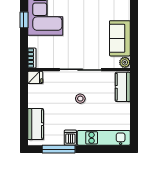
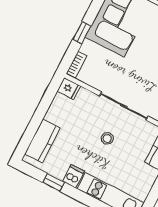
window: (24, 20) -> (82, 33), moved
window: (59, 149) -> (54, 182), width x0.46

